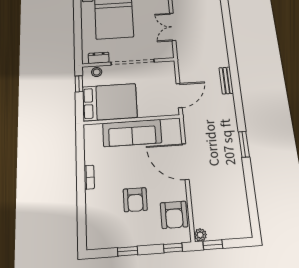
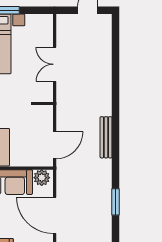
bench: (226, 80) -> (106, 137), width x1.36
plant: (170, 126) -> (42, 178), added

